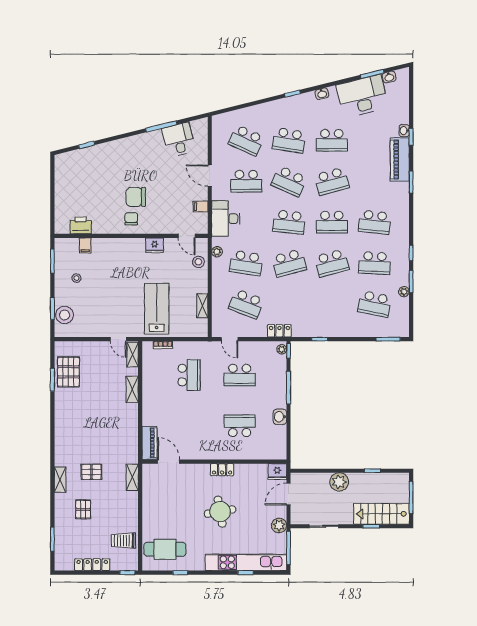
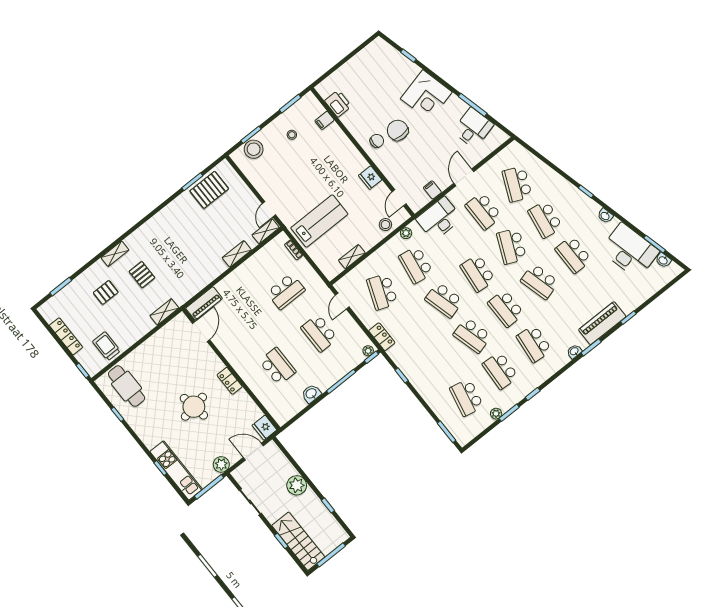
washbasin: (404, 131) -> (574, 351), moved
corner desk: (127, 155) -> (426, 95), added
kitchen unit: (246, 562) -> (176, 470), width x0.73

